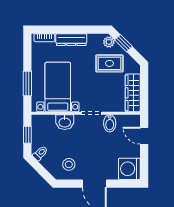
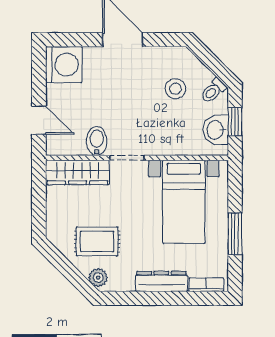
window: (124, 43) -> (74, 276), removed
window: (27, 83) -> (235, 234), moved
wardrobe: (133, 93) -> (77, 172), moved, turned 90
washbasin: (65, 122) -> (216, 130), moved, turned -90
stool: (69, 164) -> (175, 89), moved

